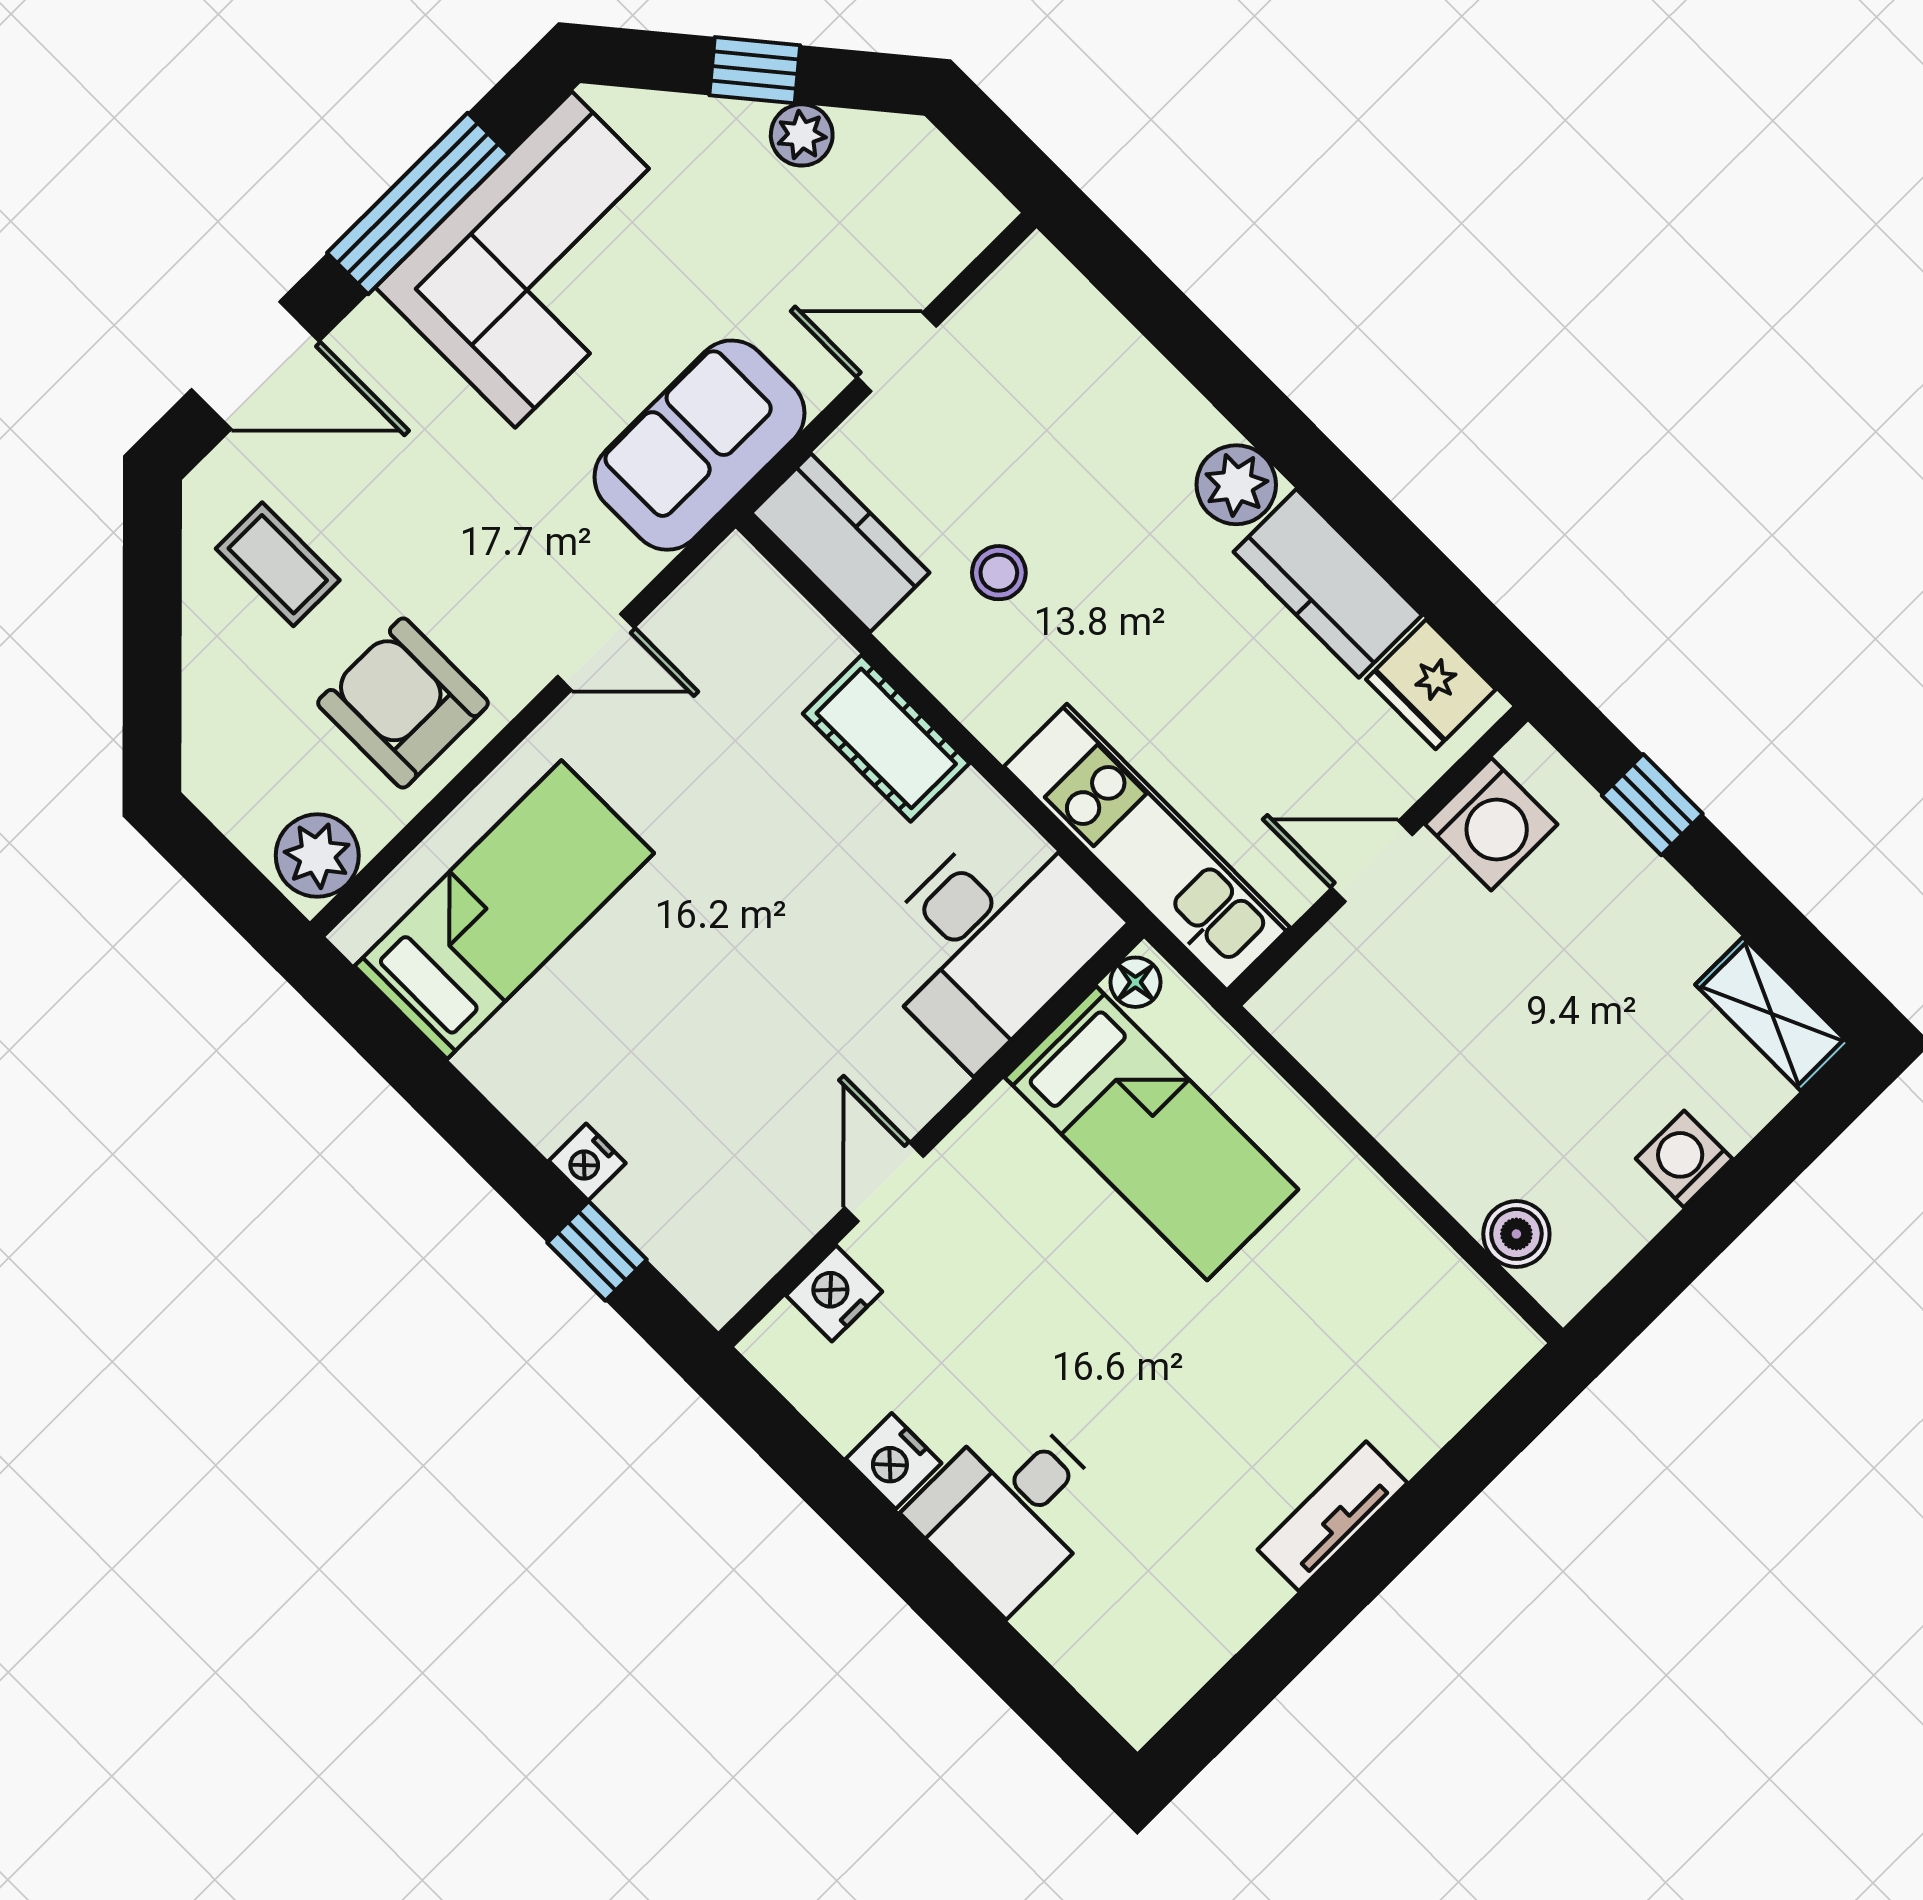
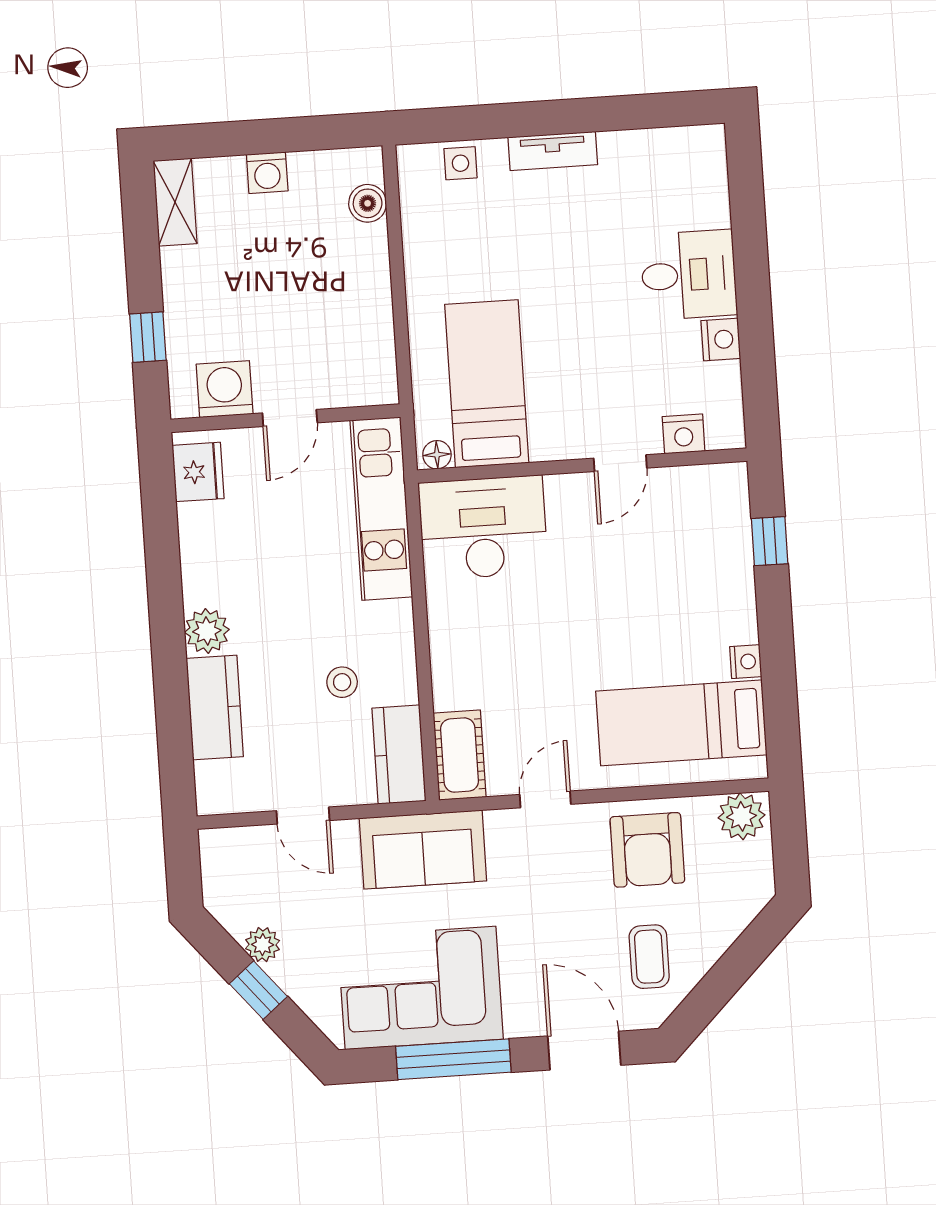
kitchen counter: (1328, 583) -> (215, 707), moved
door: (596, 652) -> (545, 799), hinge flipped
cot: (886, 738) -> (459, 755), moved
door: (1372, 861) -> (290, 418), hinge flipped
nightstand: (587, 1162) -> (746, 662), moved
side table: (1440, 1394) -> (460, 163), added

